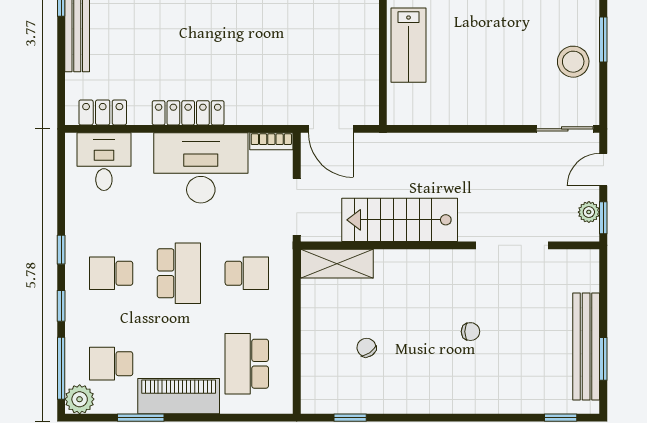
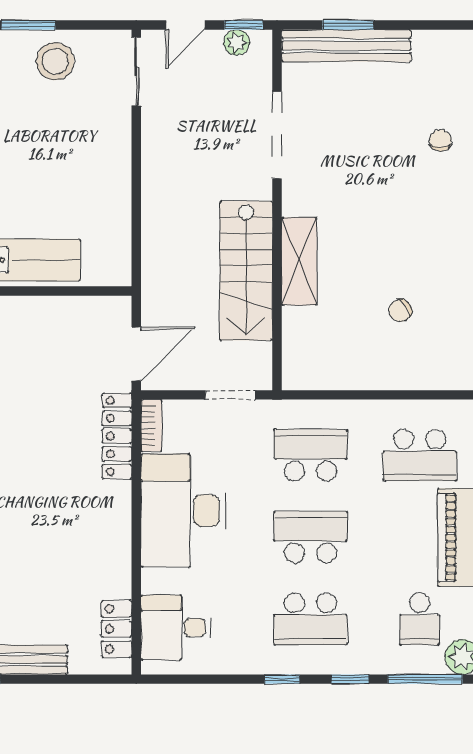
locker: (188, 113) -> (117, 436), moved
door: (603, 170) -> (186, 25), hinge flipped
doorway: (297, 207) -> (230, 395), width x0.73
shelving: (337, 264) -> (299, 261), moved
school desk: (111, 273) -> (311, 619), width x1.85
school desk: (247, 273) -> (311, 455), width x1.85
chair: (470, 332) -> (440, 140), moved
bench: (586, 346) -> (346, 46), moved
window: (603, 359) -> (348, 25), moved

